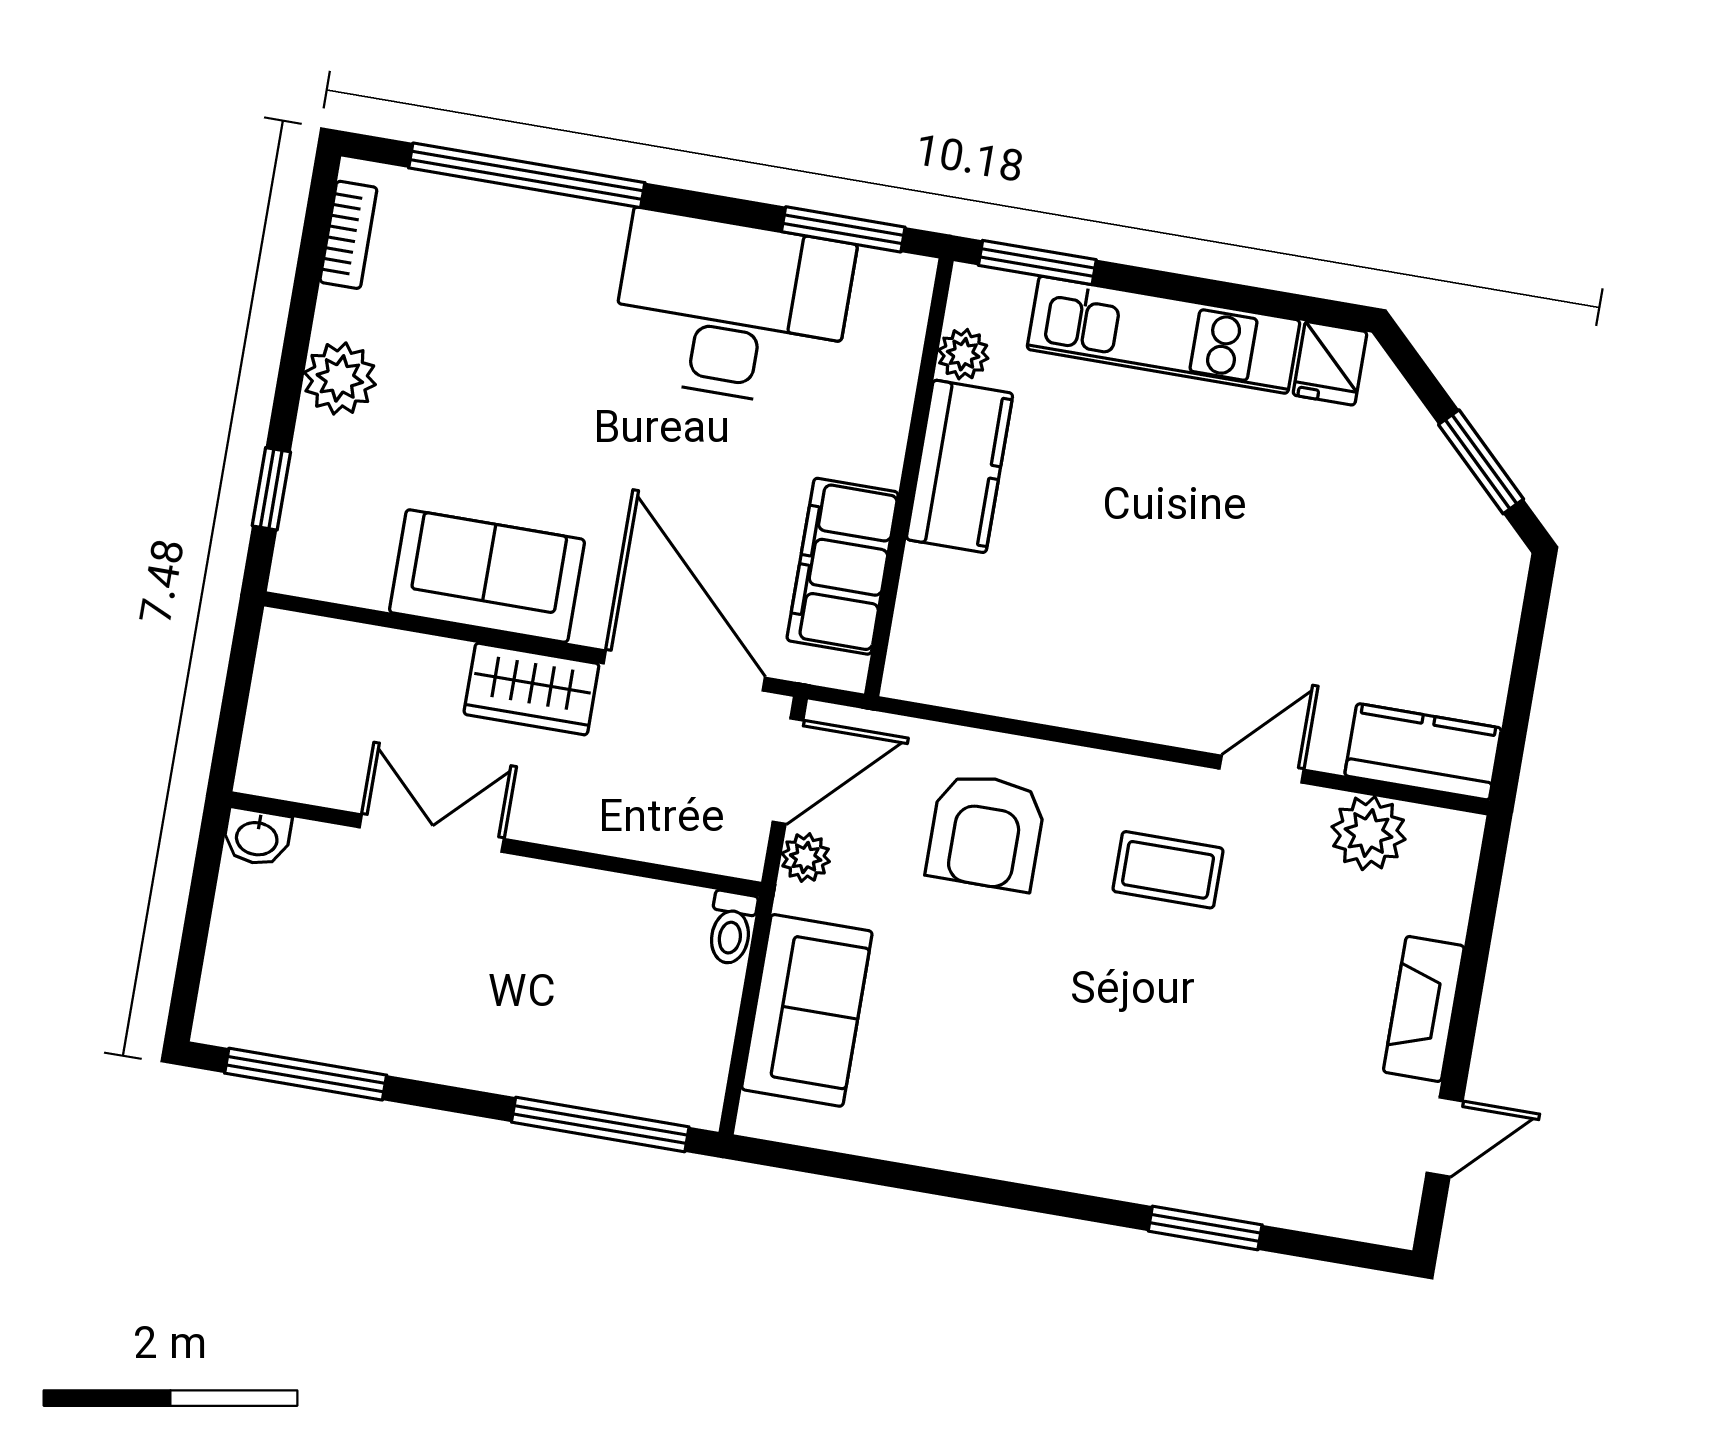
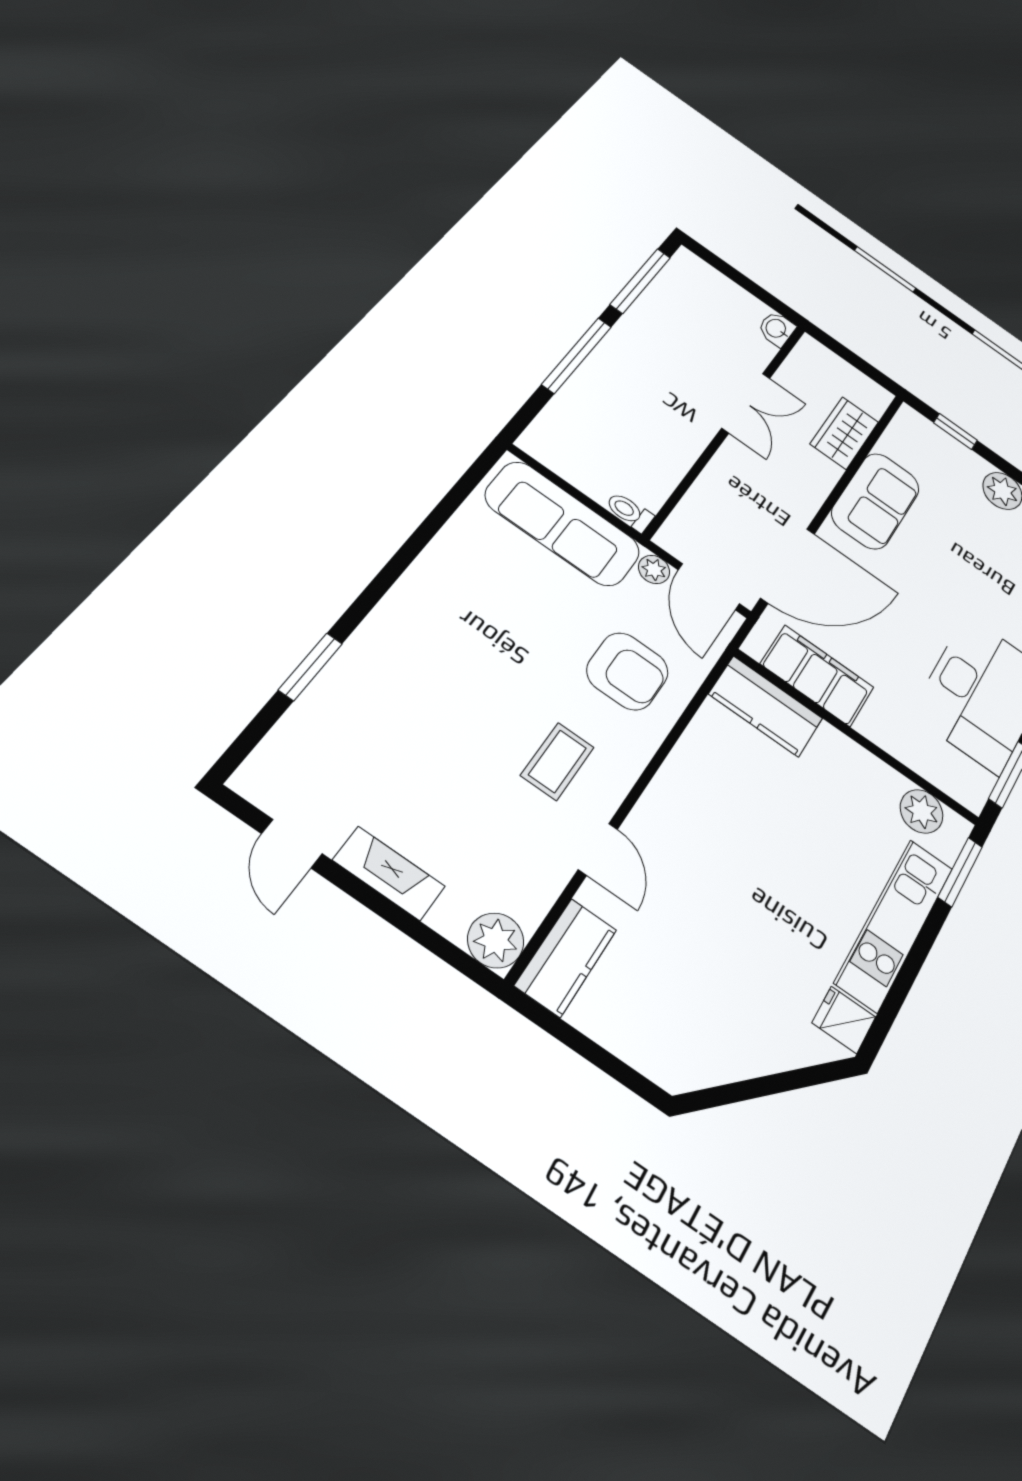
plant: (963, 354) -> (922, 811), width x1.38, depth x1.38
window: (1481, 462) -> (746, 1090), removed
kitchen counter: (960, 466) -> (766, 706), moved
wardrobe: (531, 689) -> (844, 433), moved
armchair: (986, 832) -> (627, 671), turned 180
plant: (1369, 833) -> (496, 940), moved
sofa: (807, 1010) -> (563, 524), width x1.36
window: (600, 1124) -> (577, 355), moved

